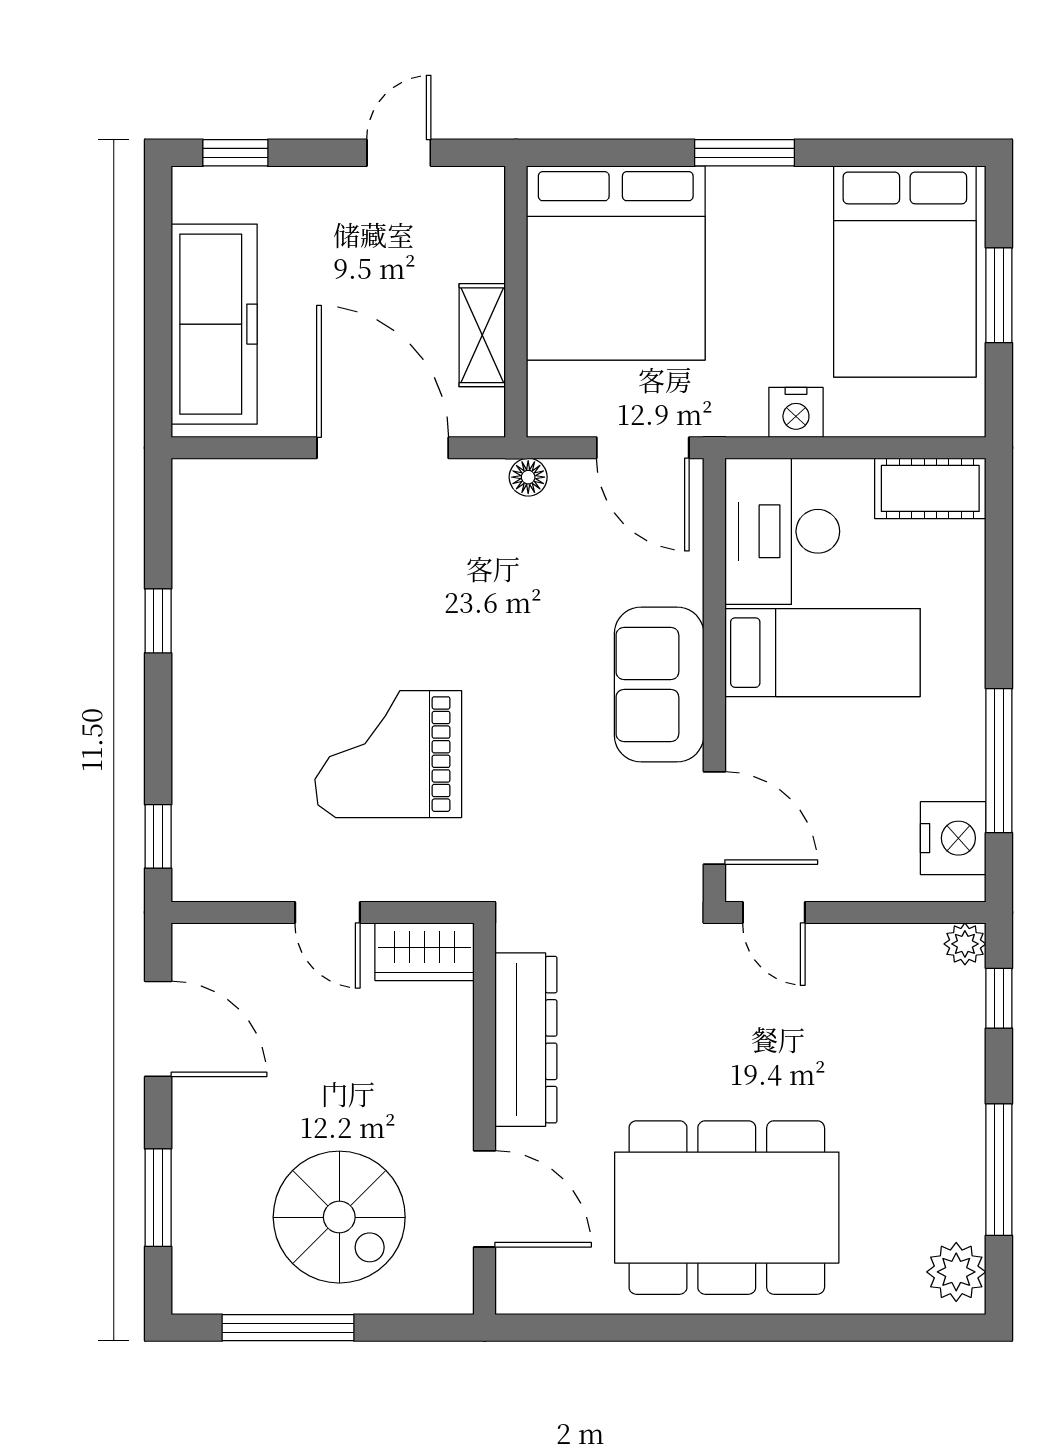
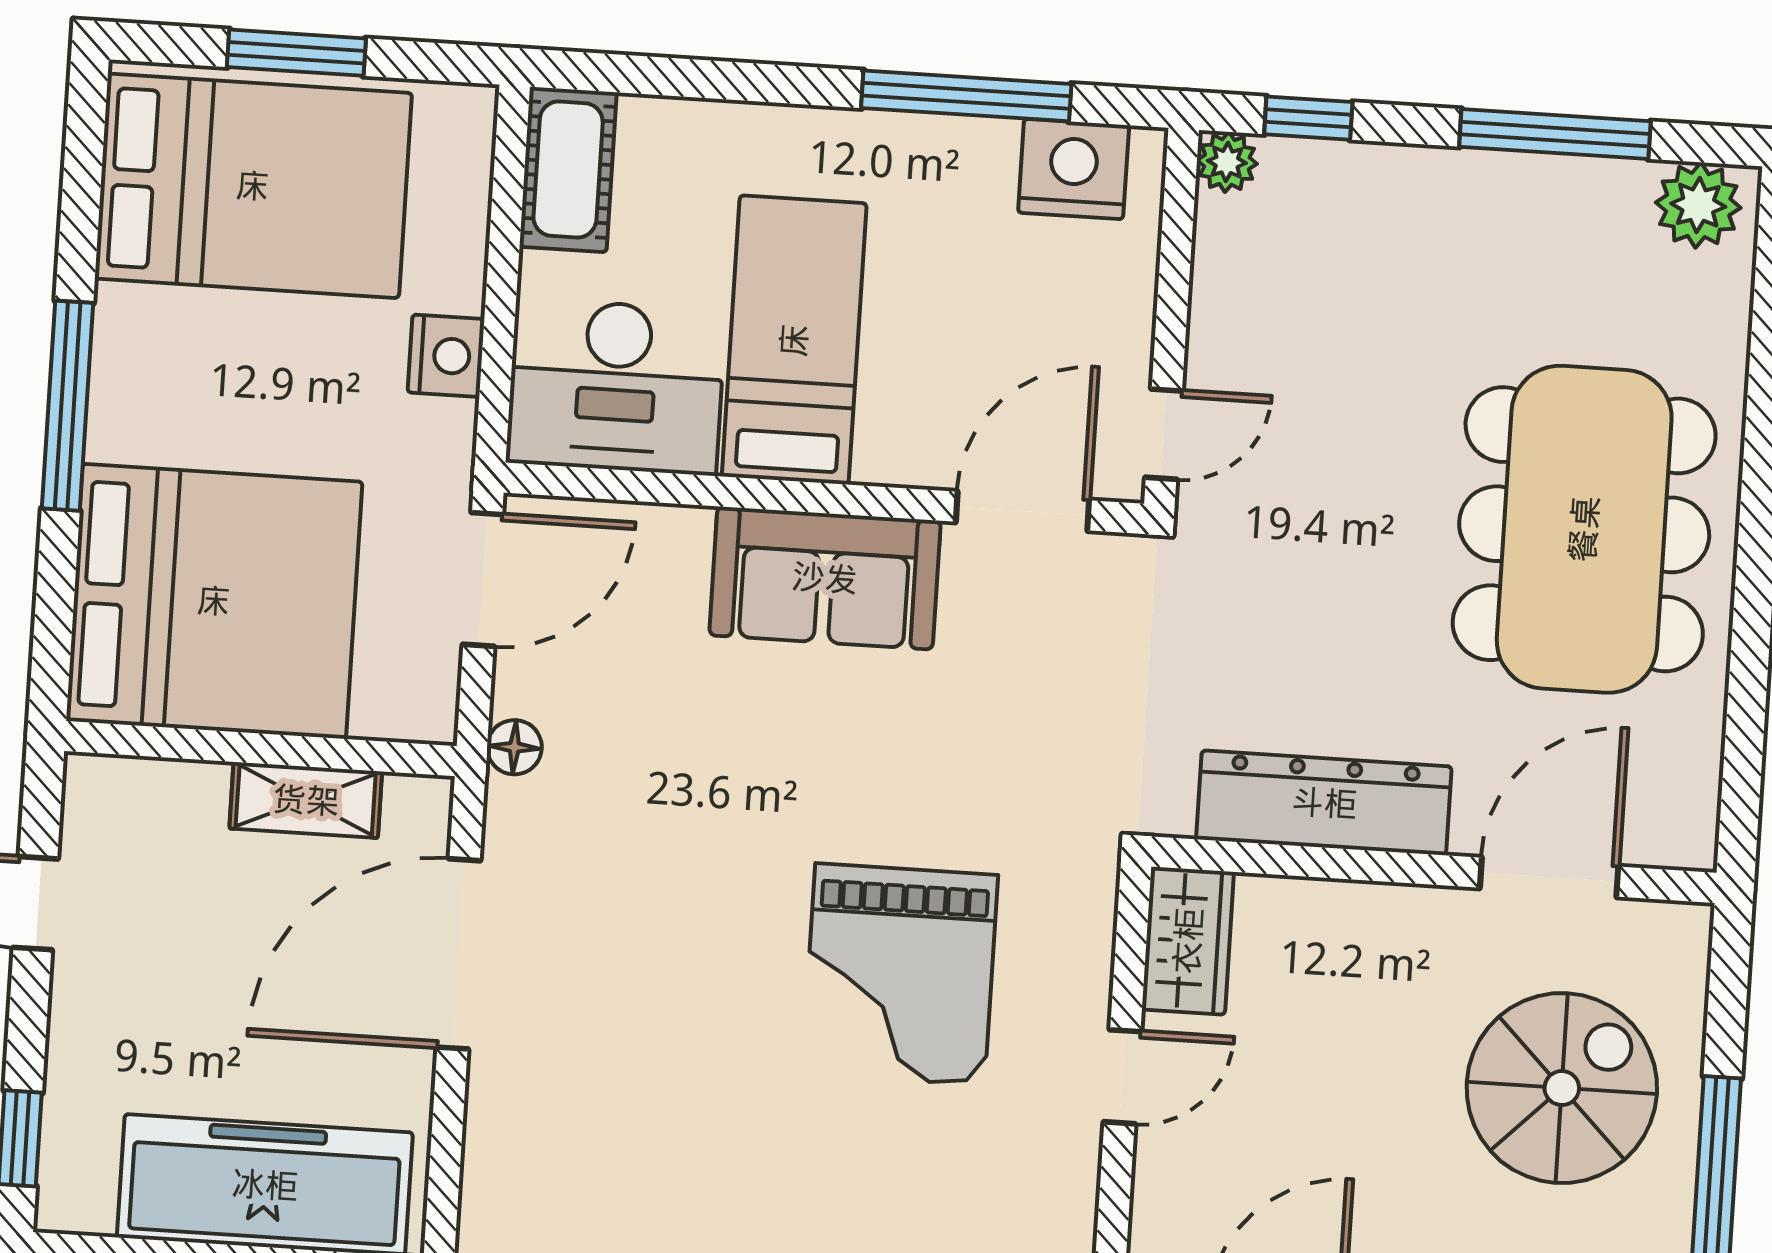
window: (744, 153) -> (67, 406), width x1.44

